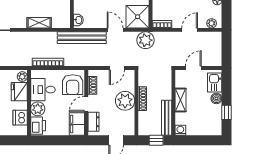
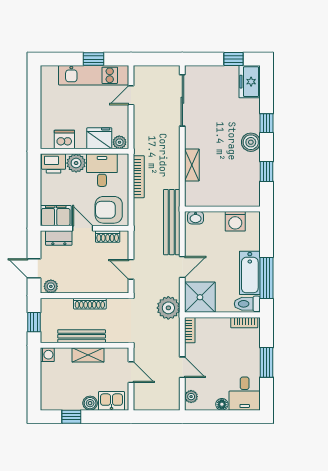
plant: (125, 101) -> (51, 286), moved, width x0.53, depth x0.53
bench: (167, 118) -> (82, 336), moved

